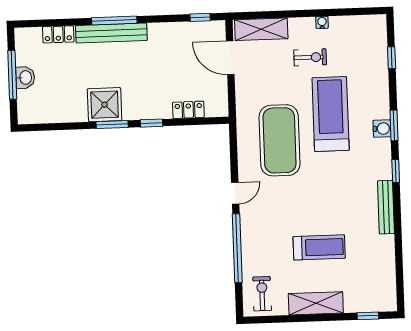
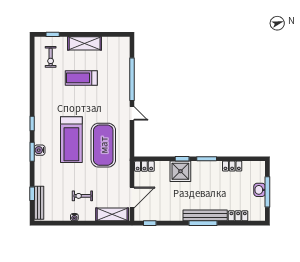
door: (230, 58) -> (132, 197), hinge flipped
shower: (105, 105) -> (180, 171), moved
locker: (188, 110) -> (144, 166), moved
locker: (71, 114) -> (232, 166), added
treadmill: (331, 114) -> (71, 140), moved
door: (235, 193) -> (132, 113), swing flipped
bench: (386, 207) -> (39, 203), moved
exercise bike: (262, 294) -> (51, 57), moved

